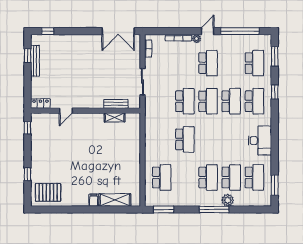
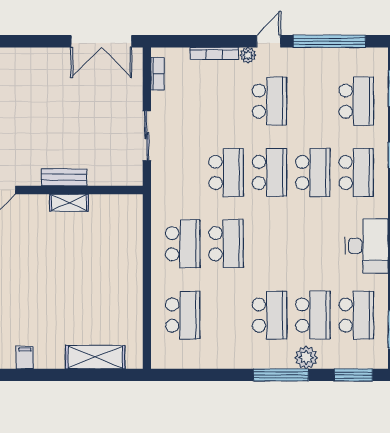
bench: (116, 104) -> (64, 177), moved
shelving: (115, 117) -> (69, 203), moved
school desk: (162, 139) -> (183, 244), added
filing cabinet: (94, 200) -> (25, 358), moved
window: (164, 209) -> (354, 375), moved

